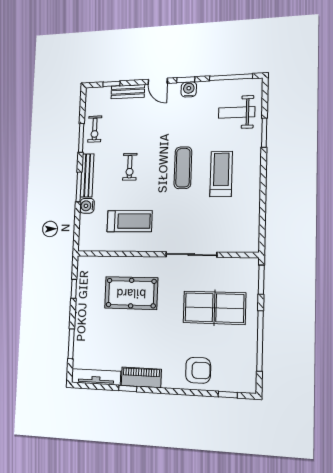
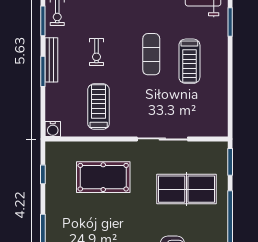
treadmill: (221, 174) -> (189, 61), turned 180
water cooler: (87, 206) -> (53, 129), moved, turned -90
treadmill: (130, 221) -> (99, 107), turned -90

